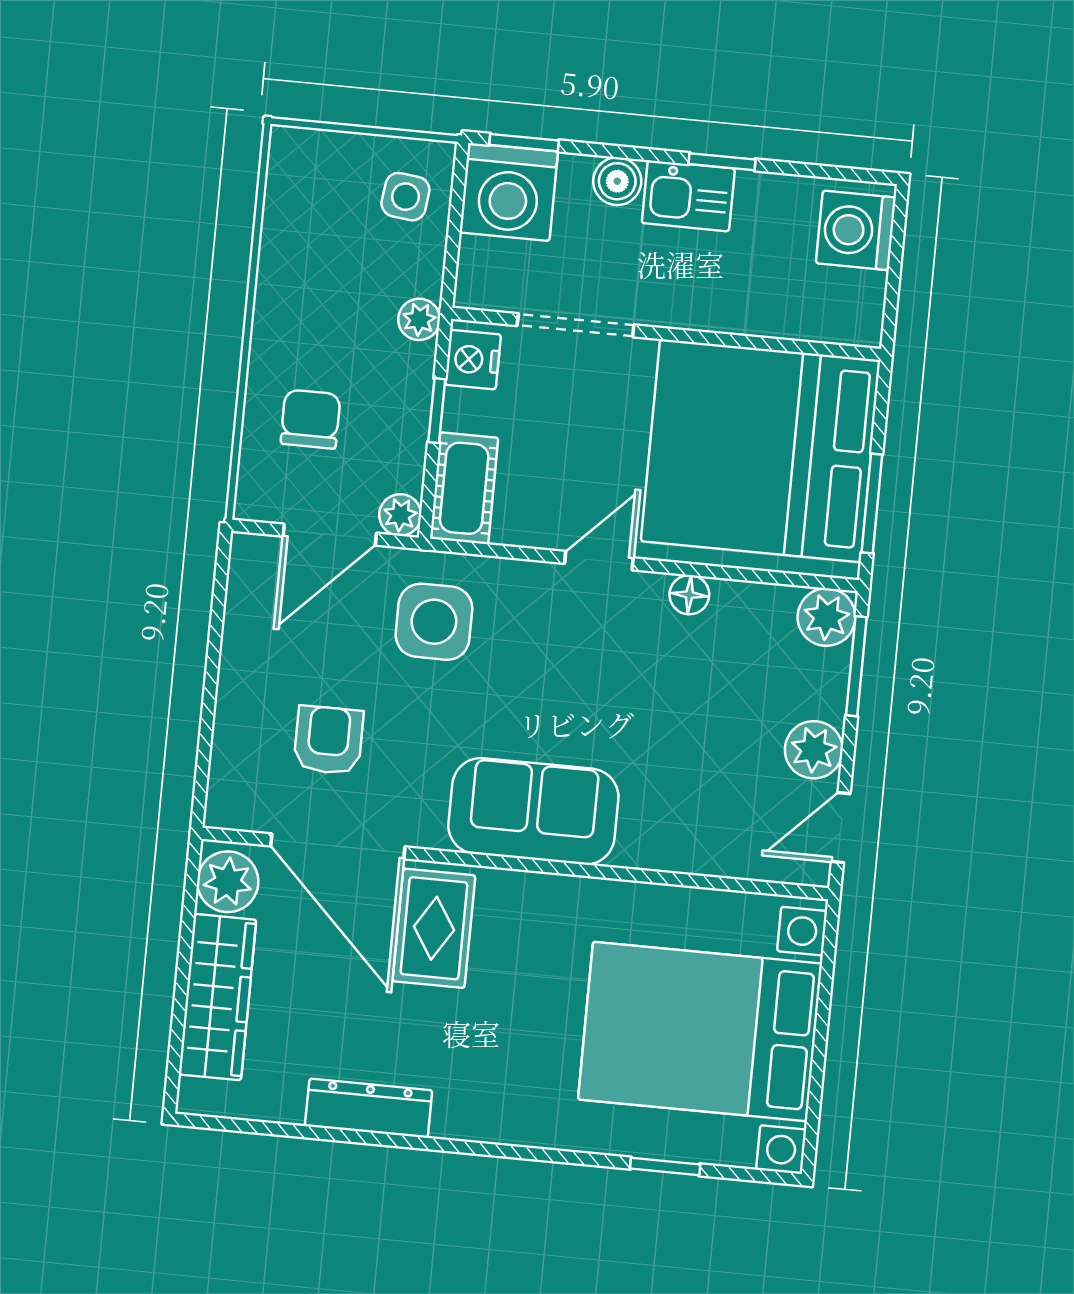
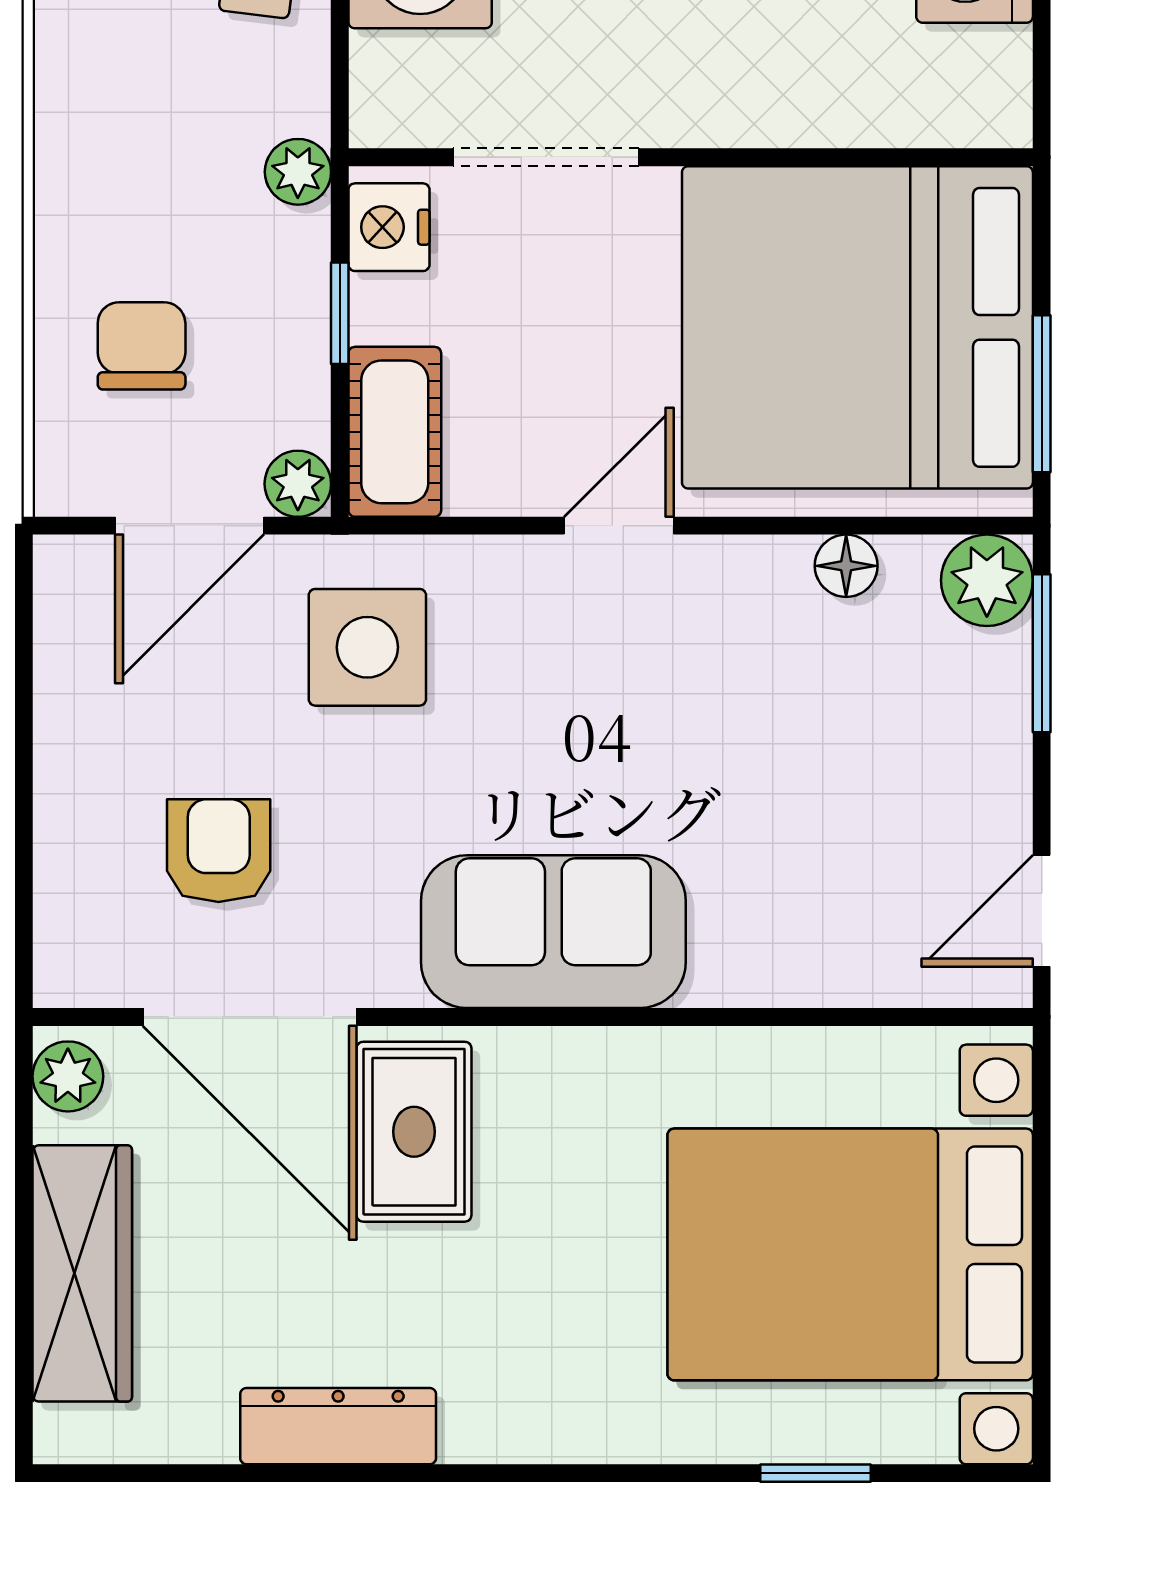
floor lamp: (689, 595) -> (846, 566), moved
plant: (814, 750) -> (987, 792), removed
plant: (228, 882) -> (68, 1076), width x0.73, depth x0.73

